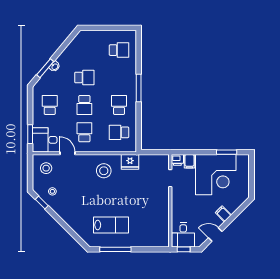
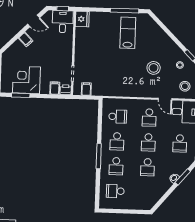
school desk: (84, 78) -> (147, 167), turned -90
school desk: (119, 78) -> (116, 166), added
school desk: (84, 105) -> (148, 142), turned 180
filing cabinet: (155, 161) -> (86, 89), added
fridge: (130, 162) -> (82, 19), moved, turned 90
stool: (104, 171) -> (154, 68), moved
corner desk: (216, 175) -> (26, 80), width x0.74, depth x0.74
lab bench: (111, 225) -> (128, 33), turned 90

